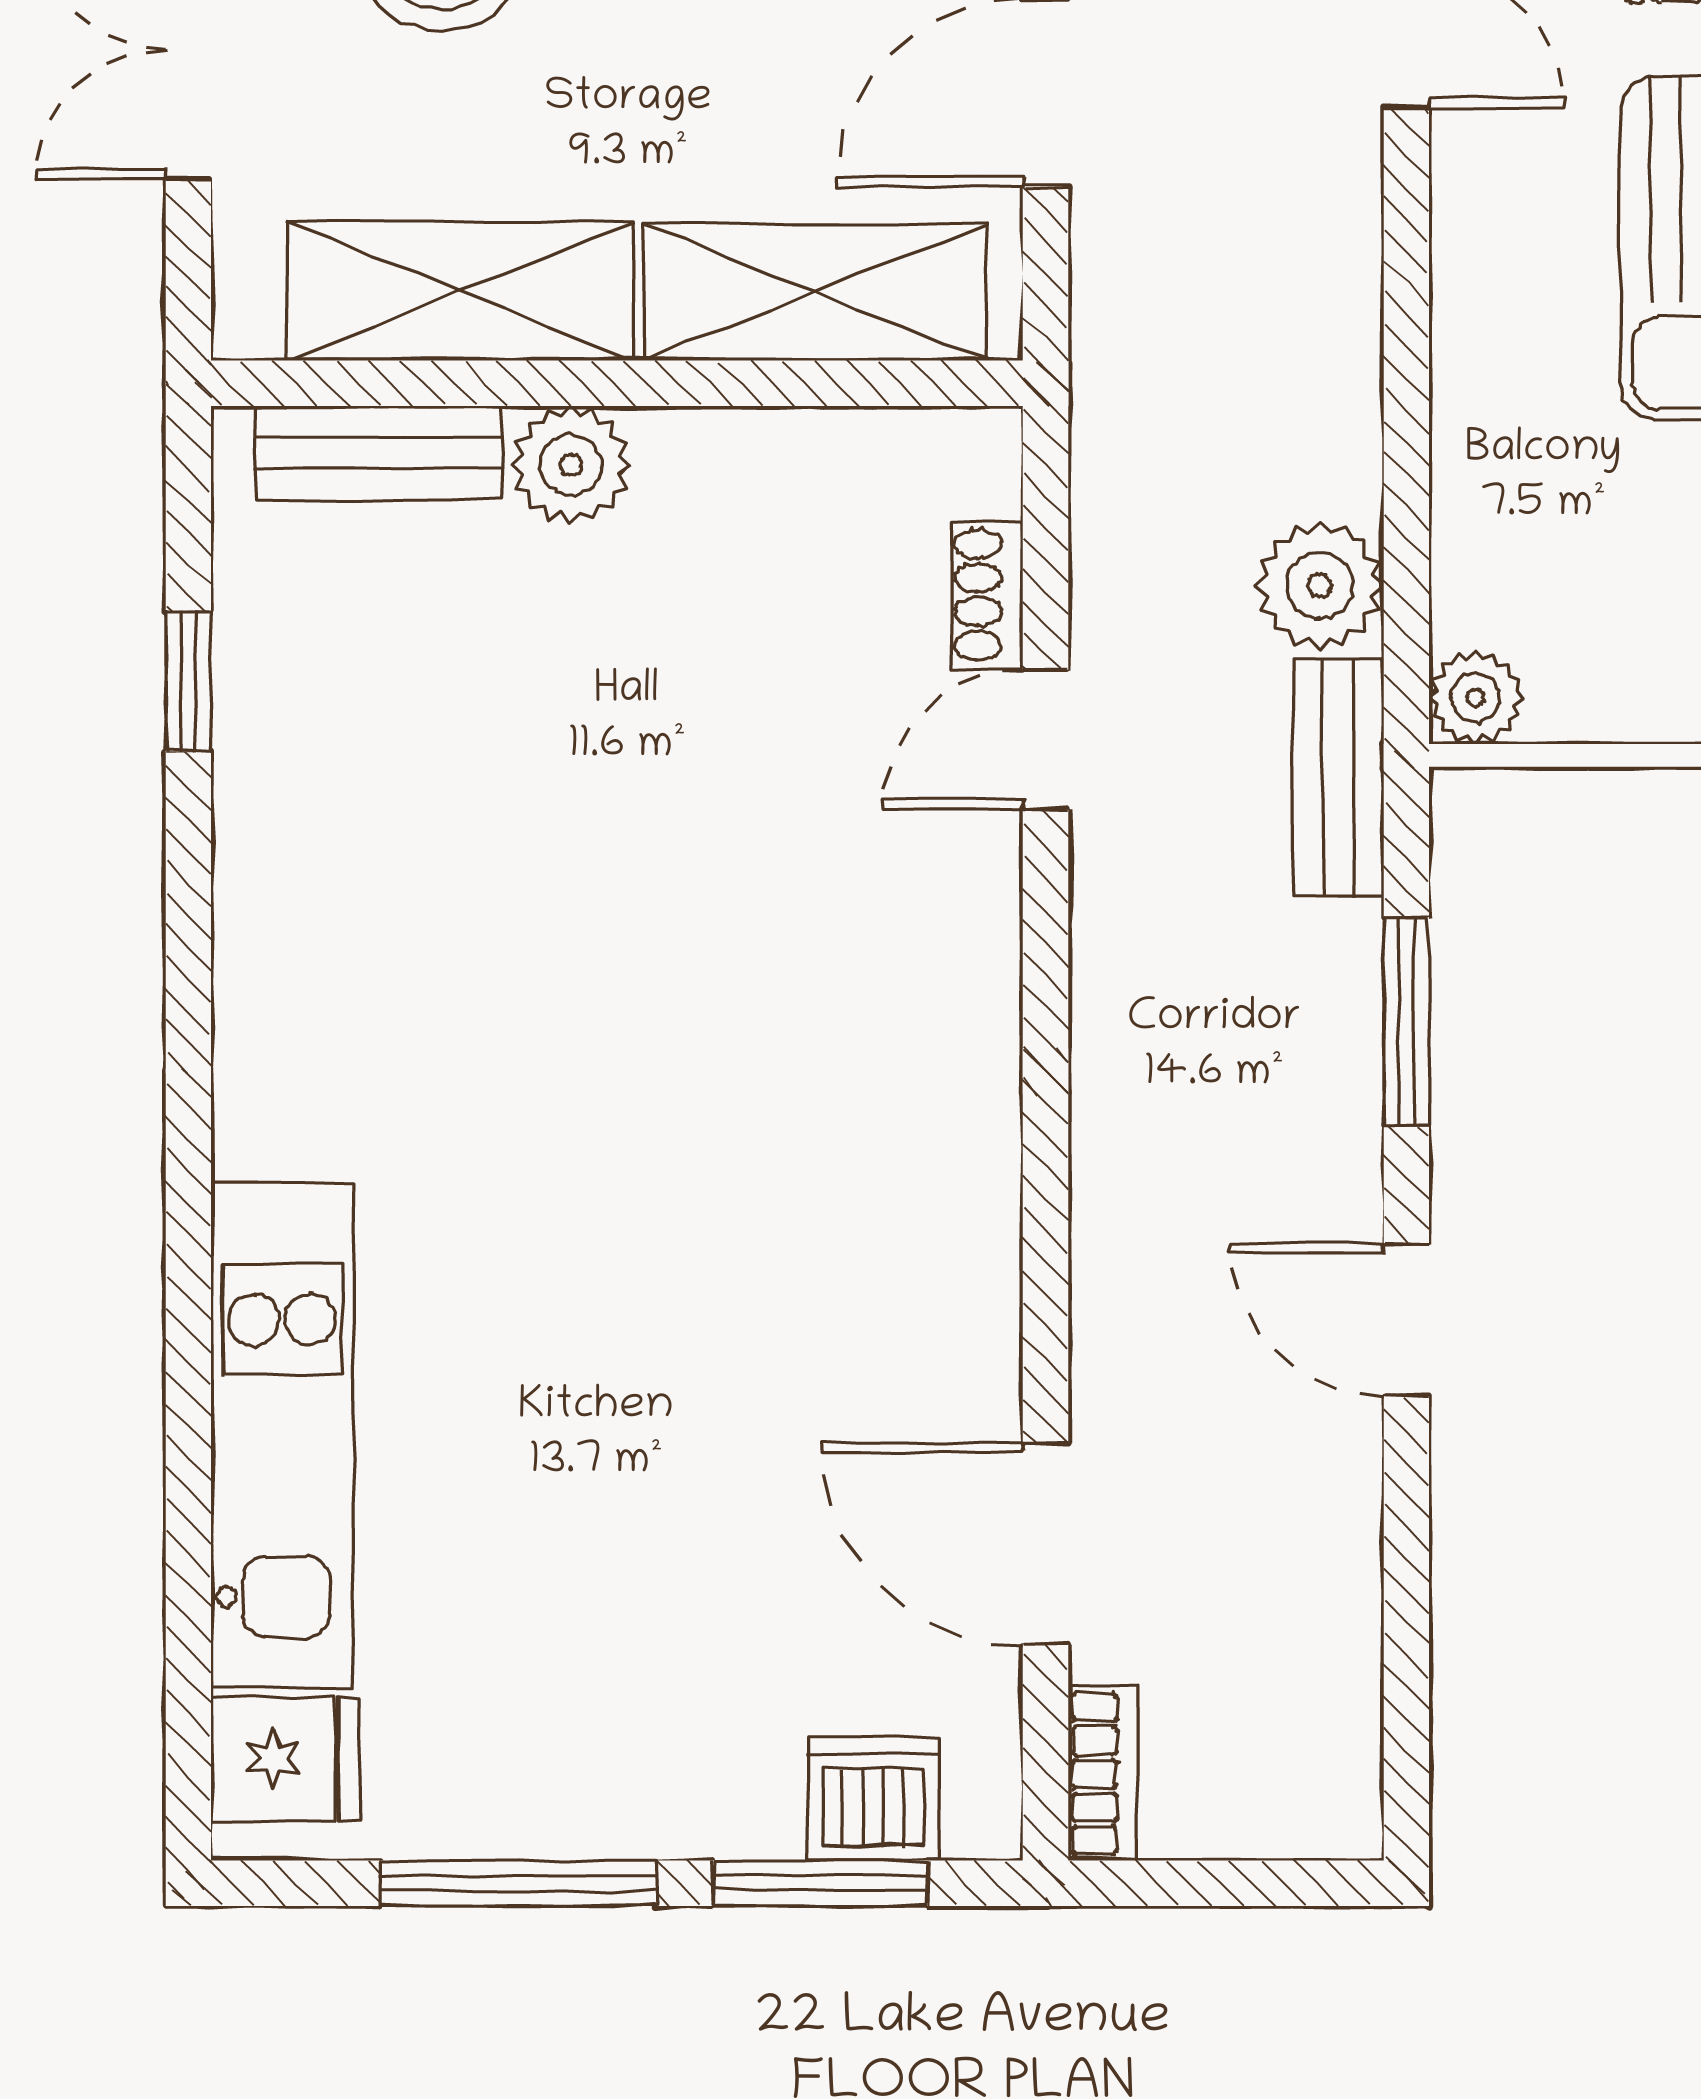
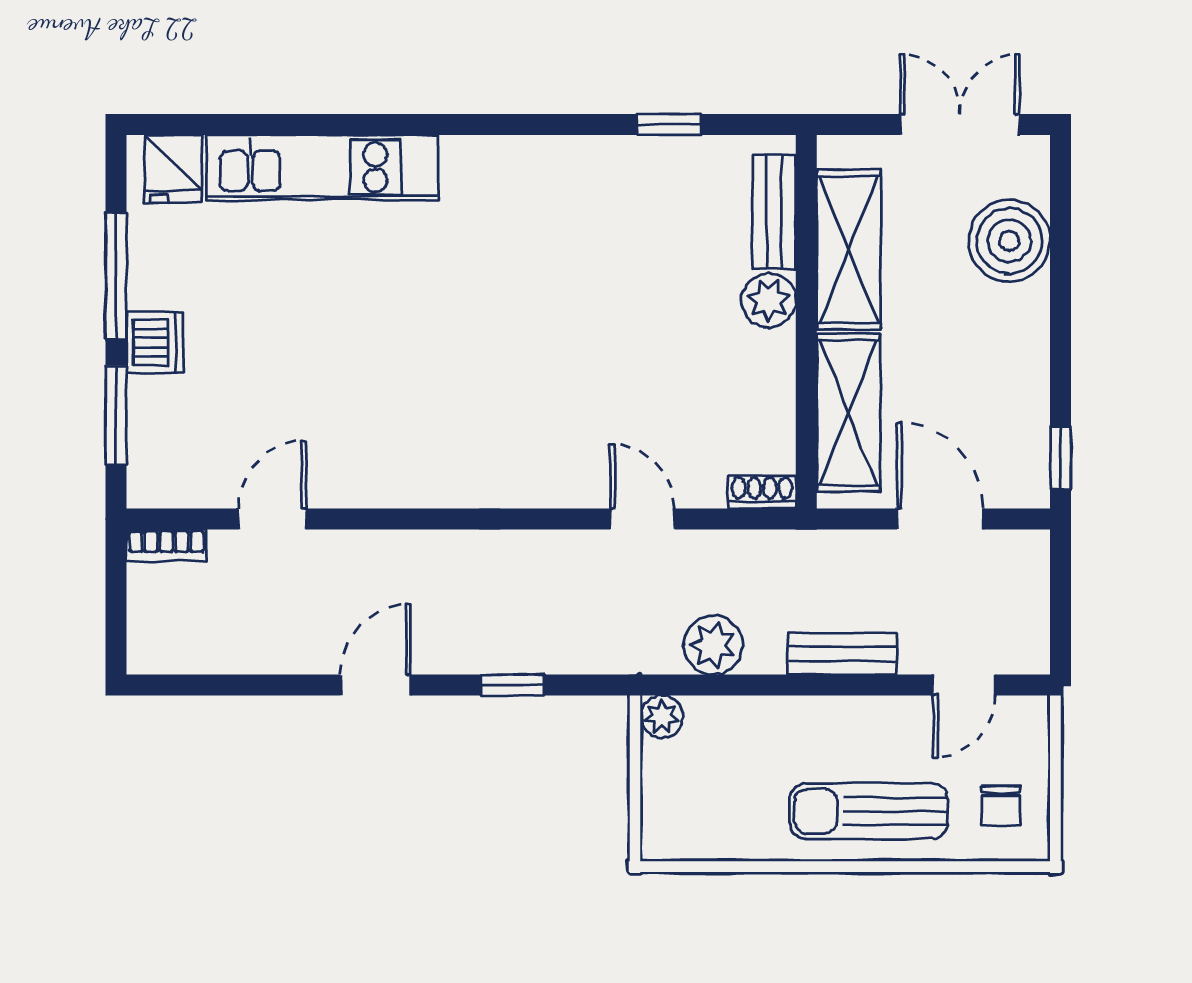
shoe rack: (987, 595) -> (762, 492), moved
bench: (1339, 777) -> (842, 654), moved
window: (1406, 1021) -> (513, 685), width x0.67
door: (1046, 1544) -> (272, 519), width x0.73
dishwasher: (873, 1799) -> (155, 342), moved

